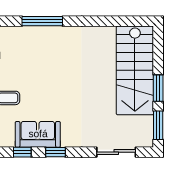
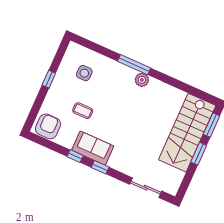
plant: (58, 34) -> (142, 80), added
window: (158, 125) -> (212, 125), moved

